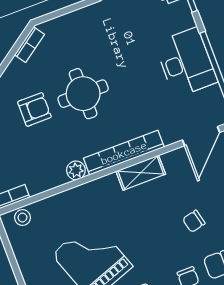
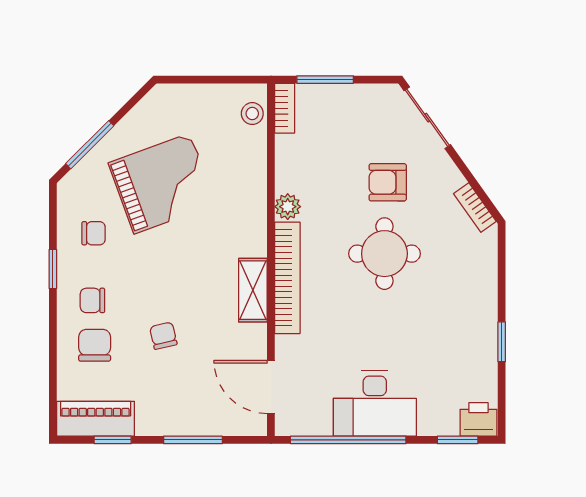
armchair: (34, 109) -> (388, 182), turned 90

